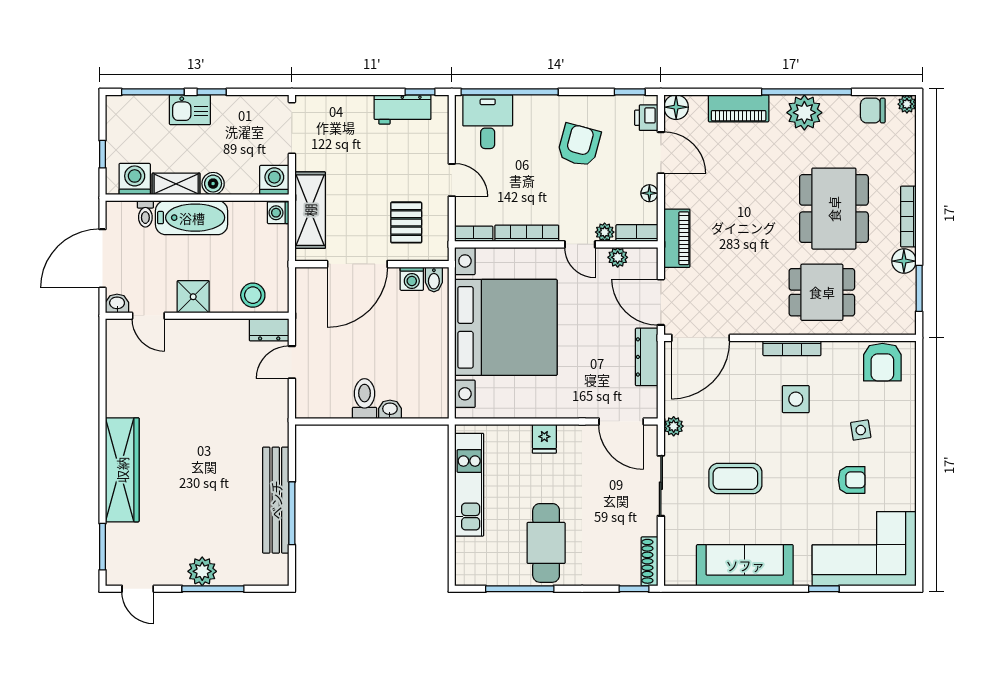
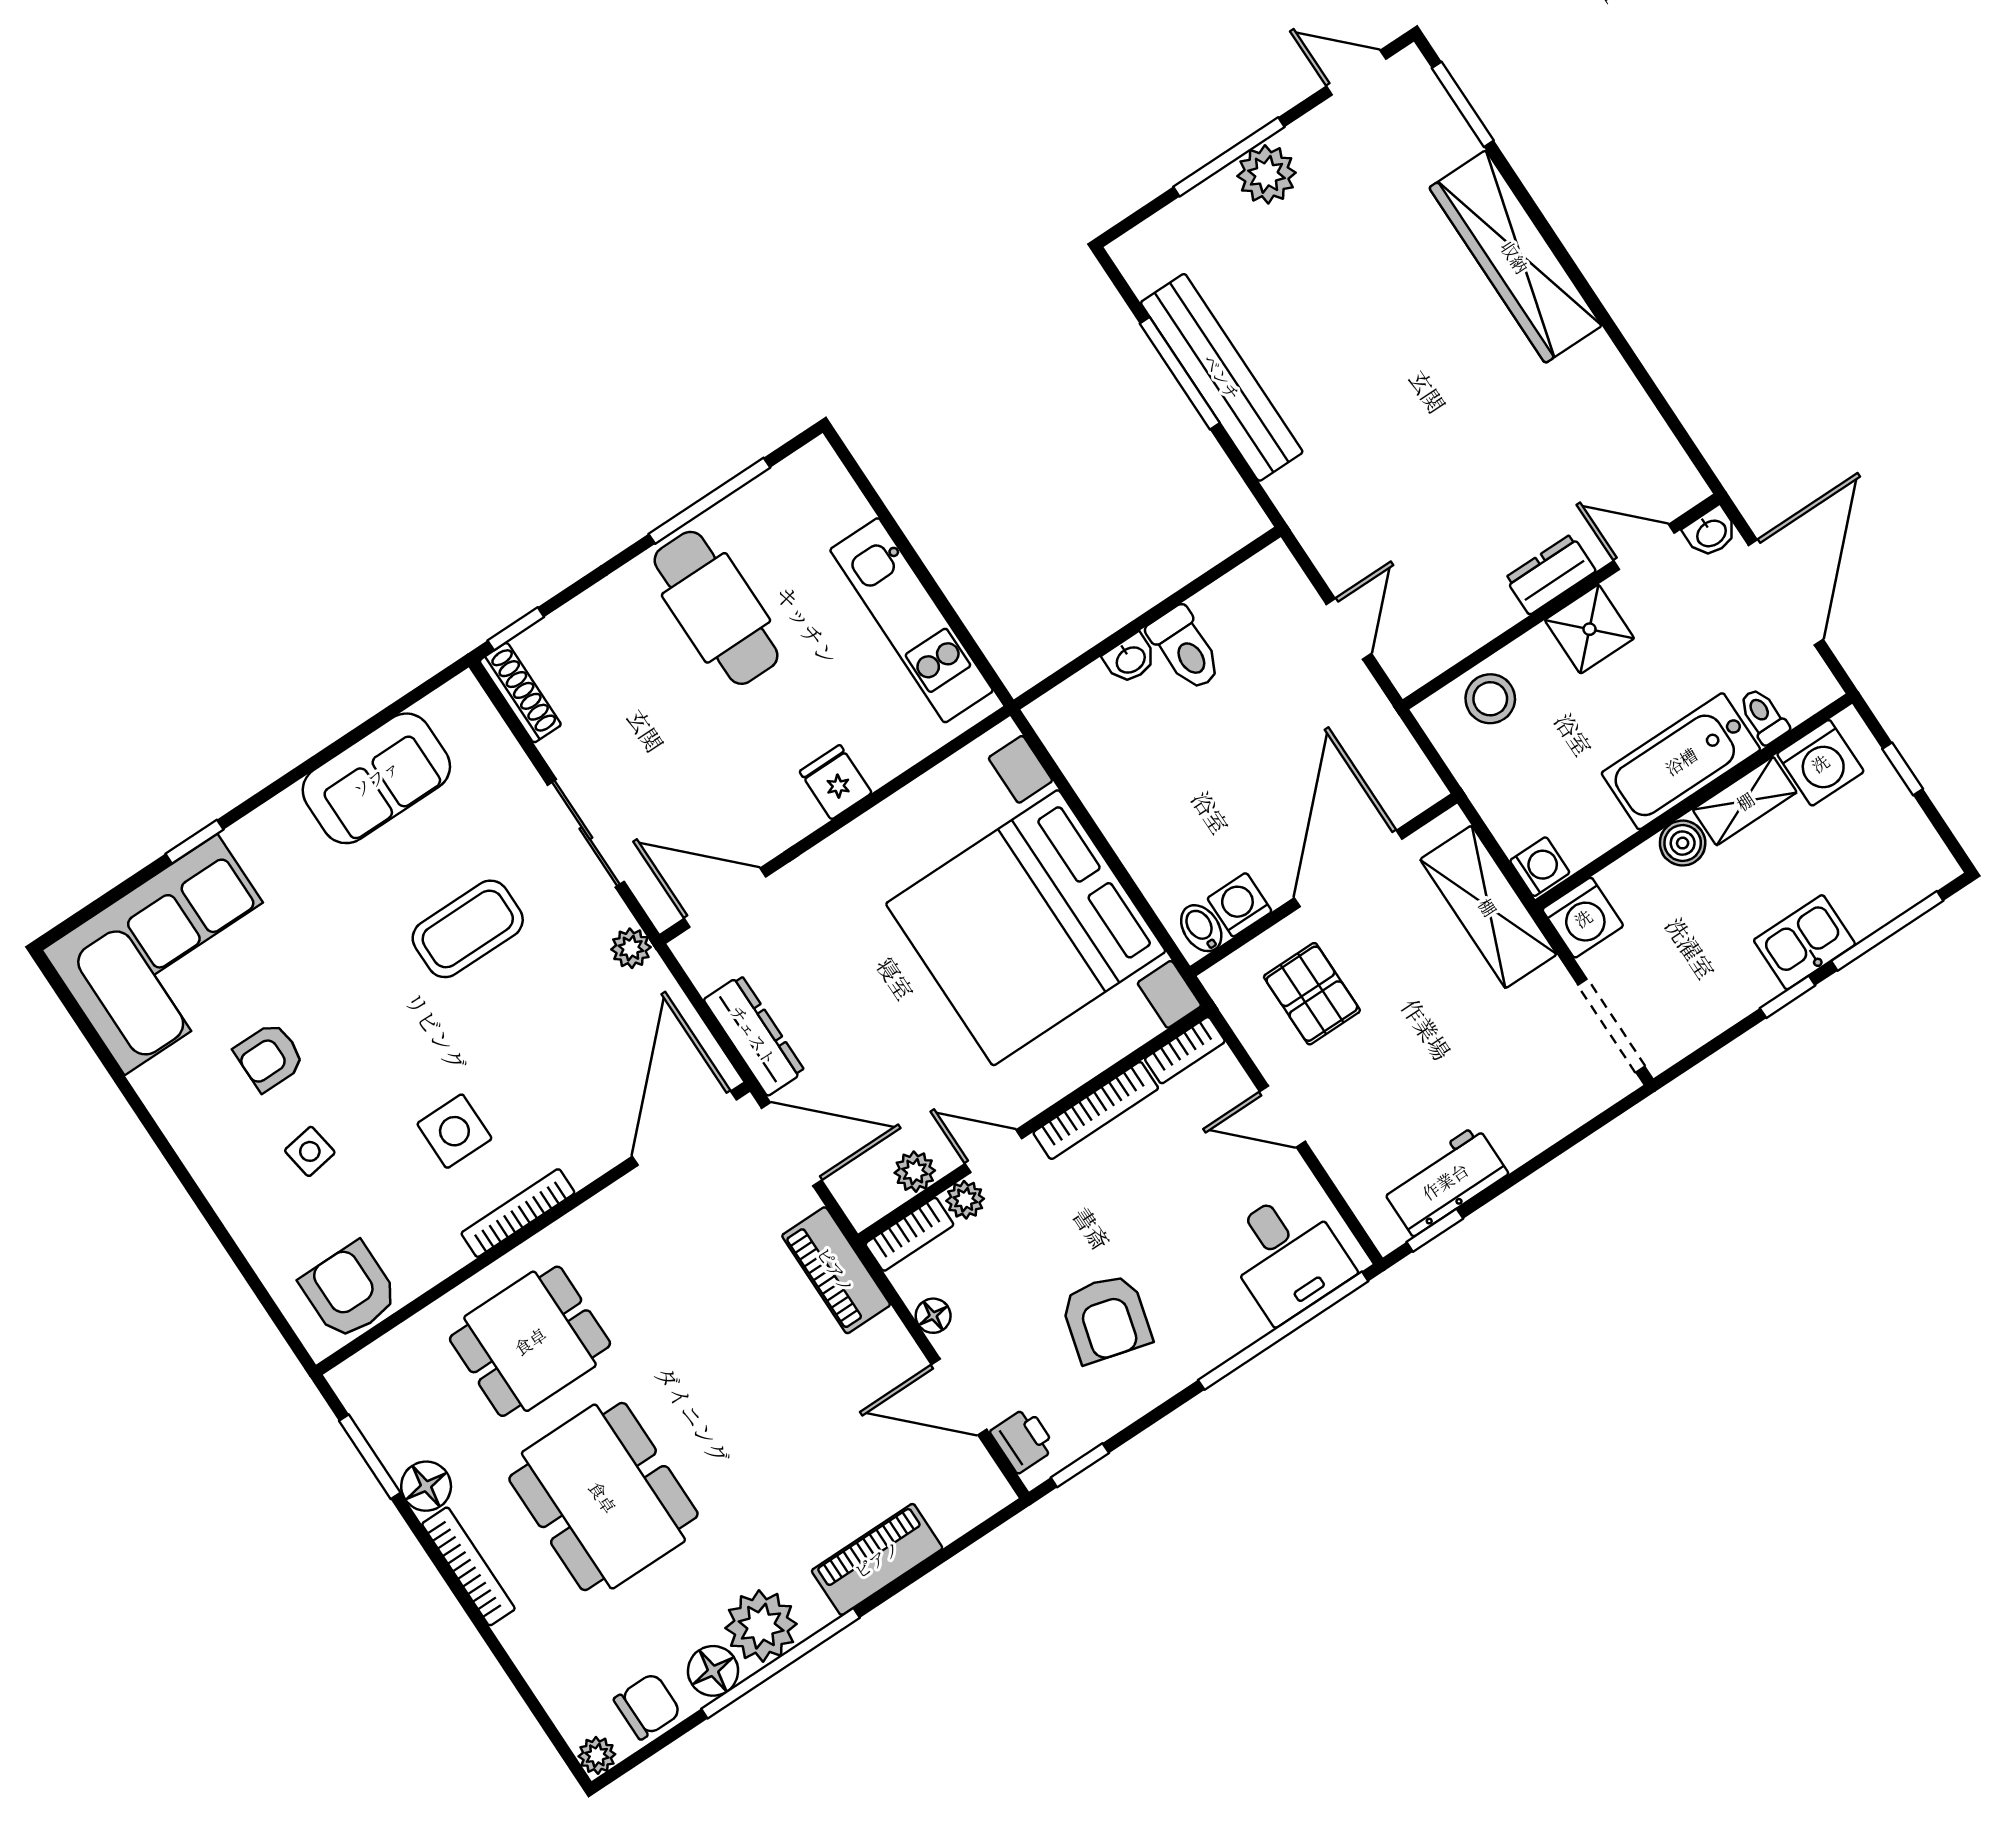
floor lamp: (676, 107) -> (713, 1671), moved
dresser: (269, 330) -> (1550, 574), moved
sofa: (745, 565) -> (376, 778), width x0.73

